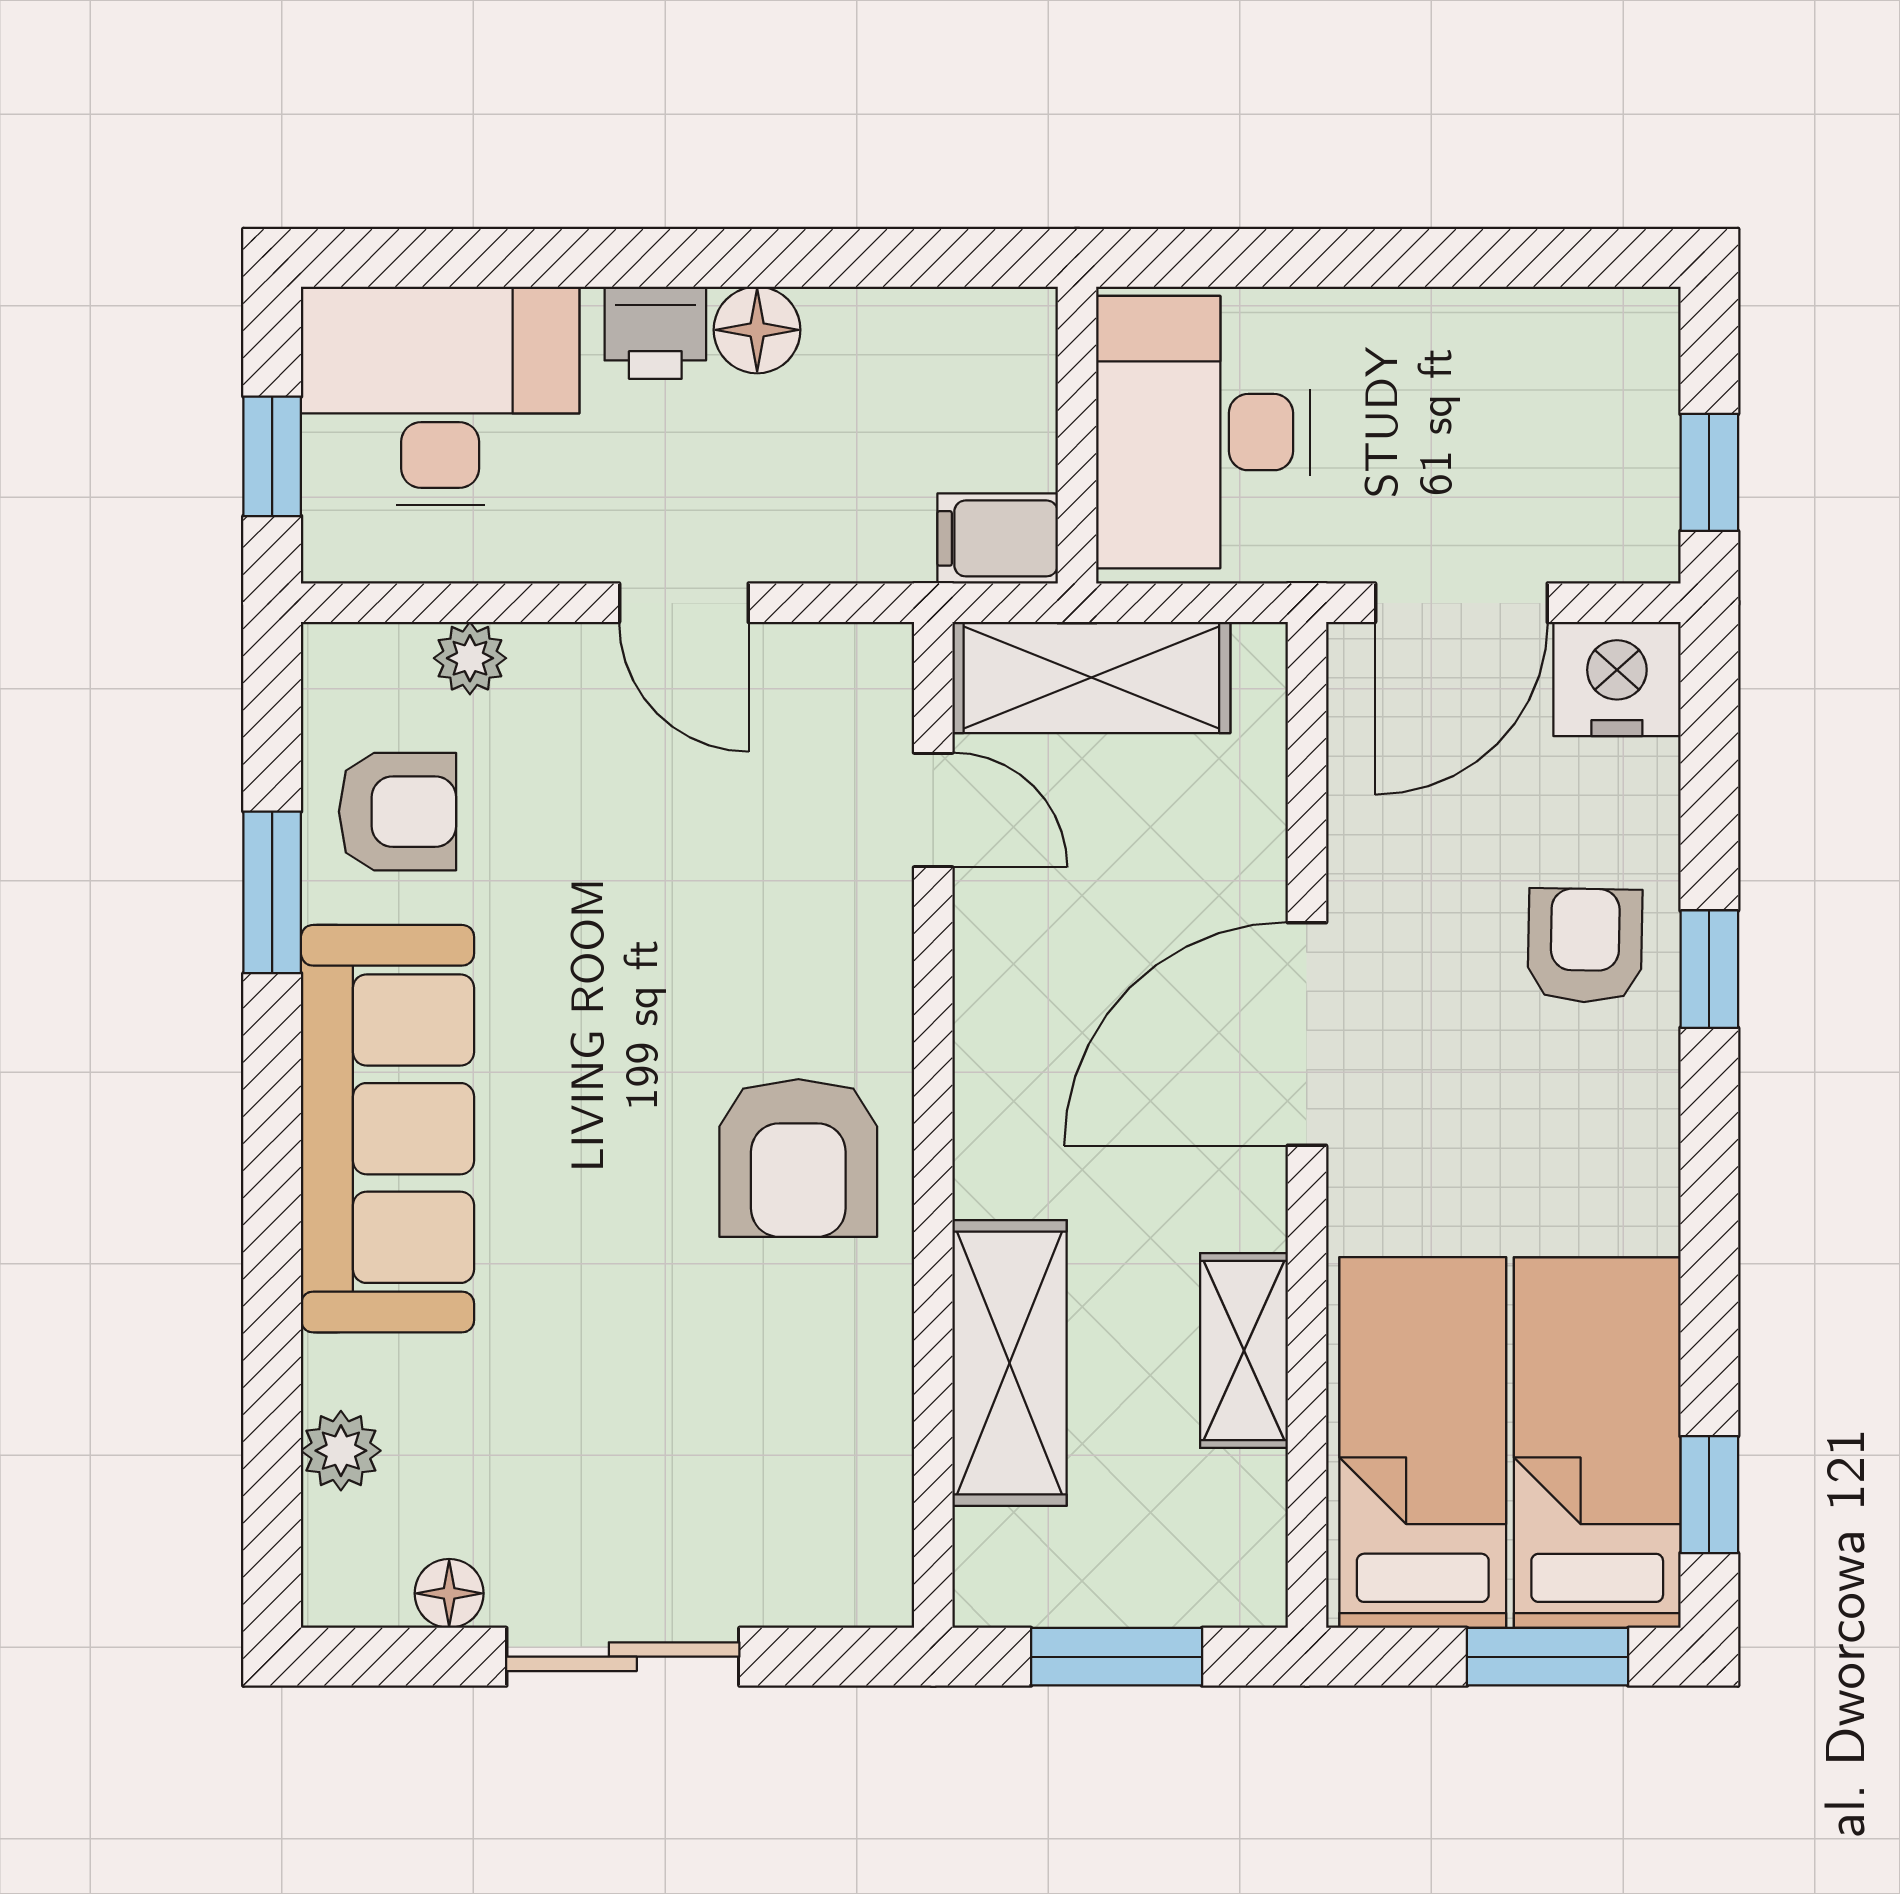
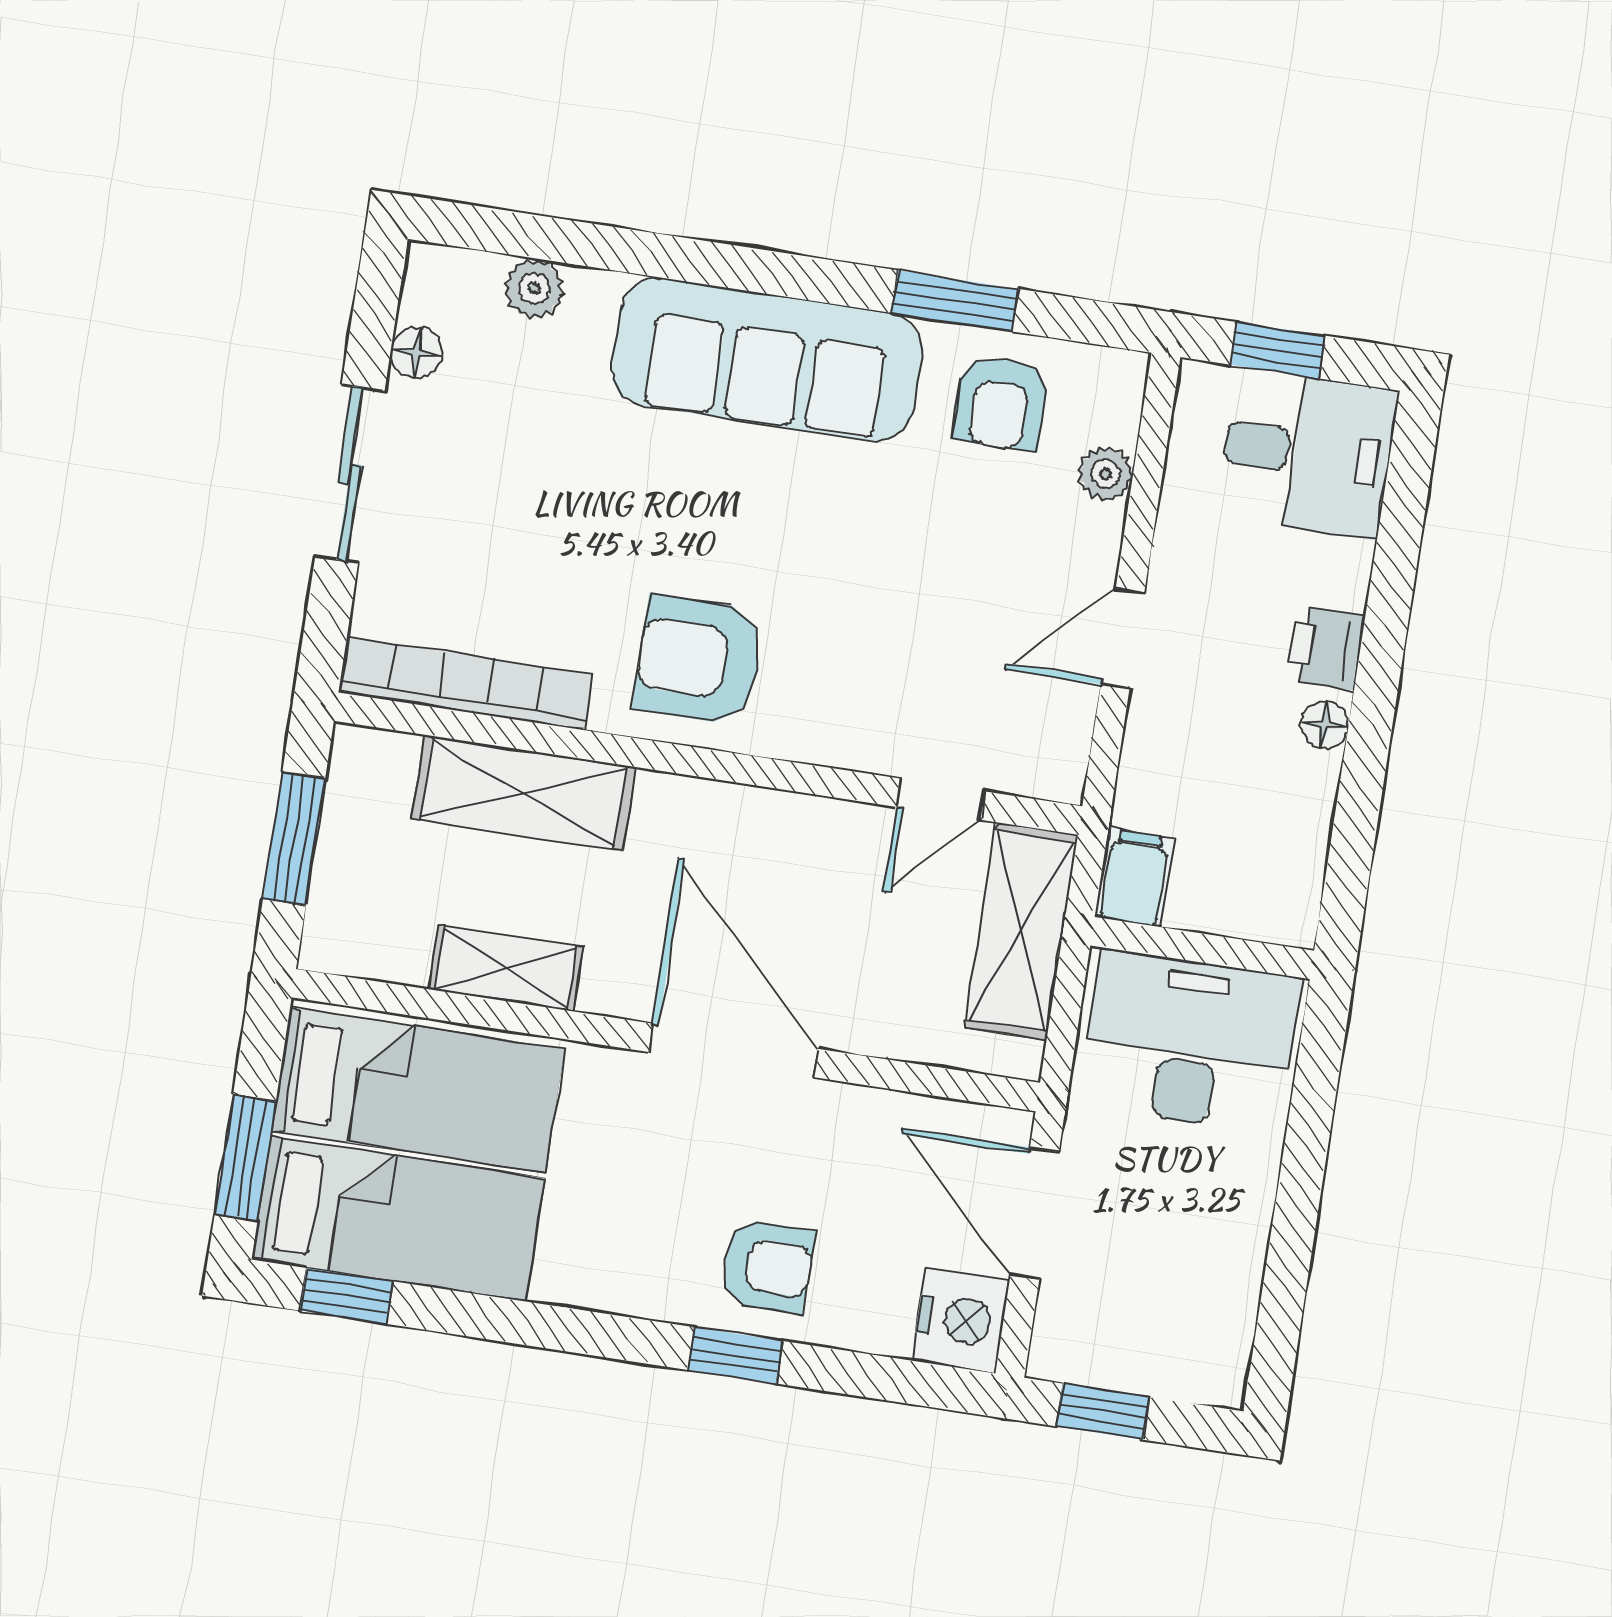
floor lamp: (757, 330) -> (1325, 725), width x0.73, depth x0.73
desk: (440, 396) -> (1308, 453), width x0.73
bookcase: (876, 1461) -> (466, 683), added

